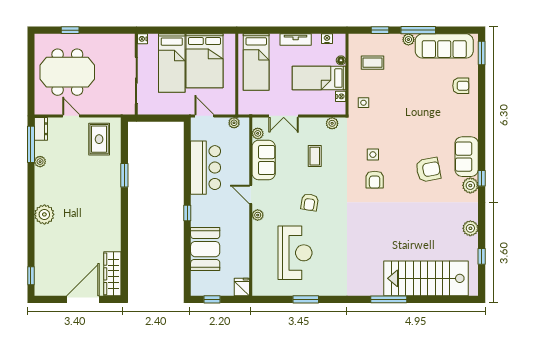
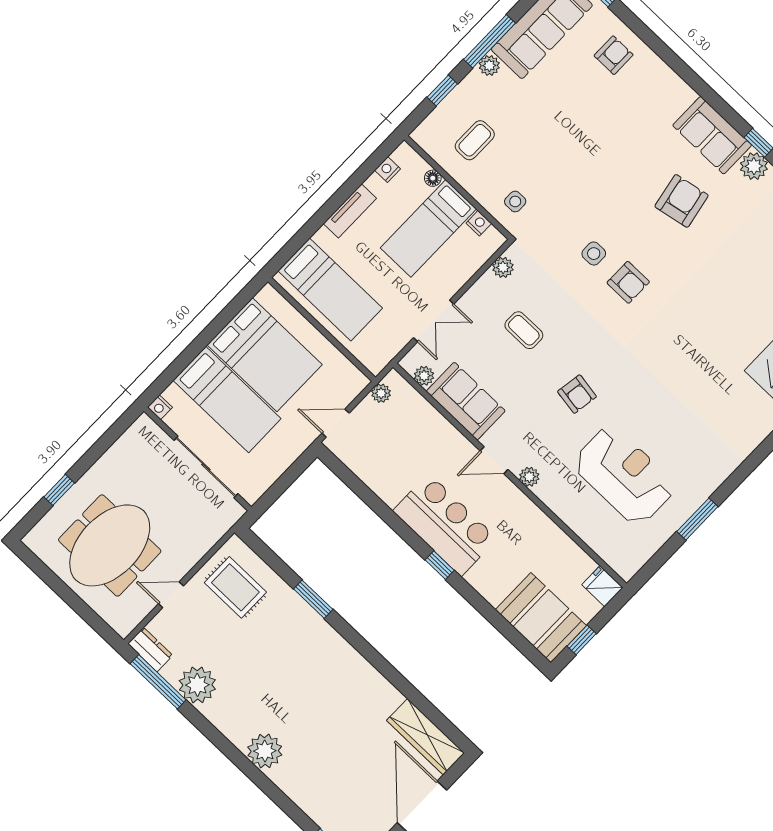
plant: (40, 162) -> (197, 685), width x1.87, depth x1.87
bar counter: (206, 168) -> (445, 525), moved
booth: (205, 249) -> (541, 618), moved

